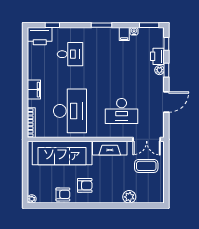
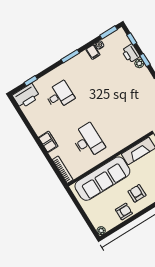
desk: (70, 111) -> (88, 141), width x0.73, depth x0.77
desk: (122, 111) -> (129, 115), removed
armchair: (85, 185) -> (137, 193), turned -90

